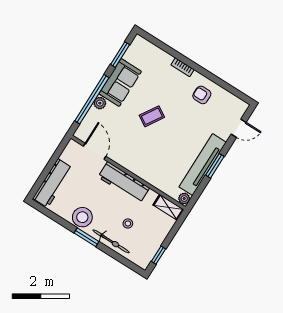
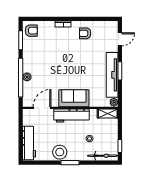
armchair: (140, 51) -> (31, 31), added
sofa: (120, 83) -> (74, 98), moved, turned -90
coffee table: (152, 116) -> (63, 65), removed
door: (95, 151) -> (42, 108), hinge flipped
bicycle: (111, 241) -> (103, 156), moved

